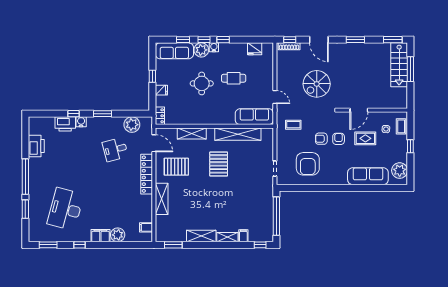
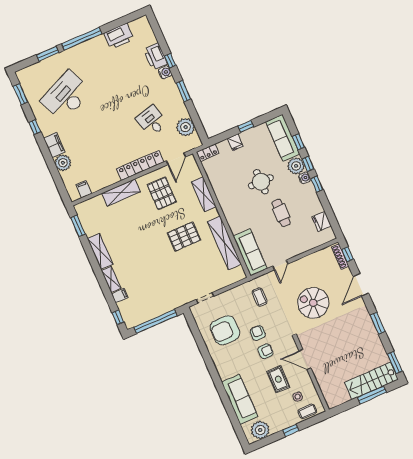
desk: (65, 209) -> (66, 96), turned -39

